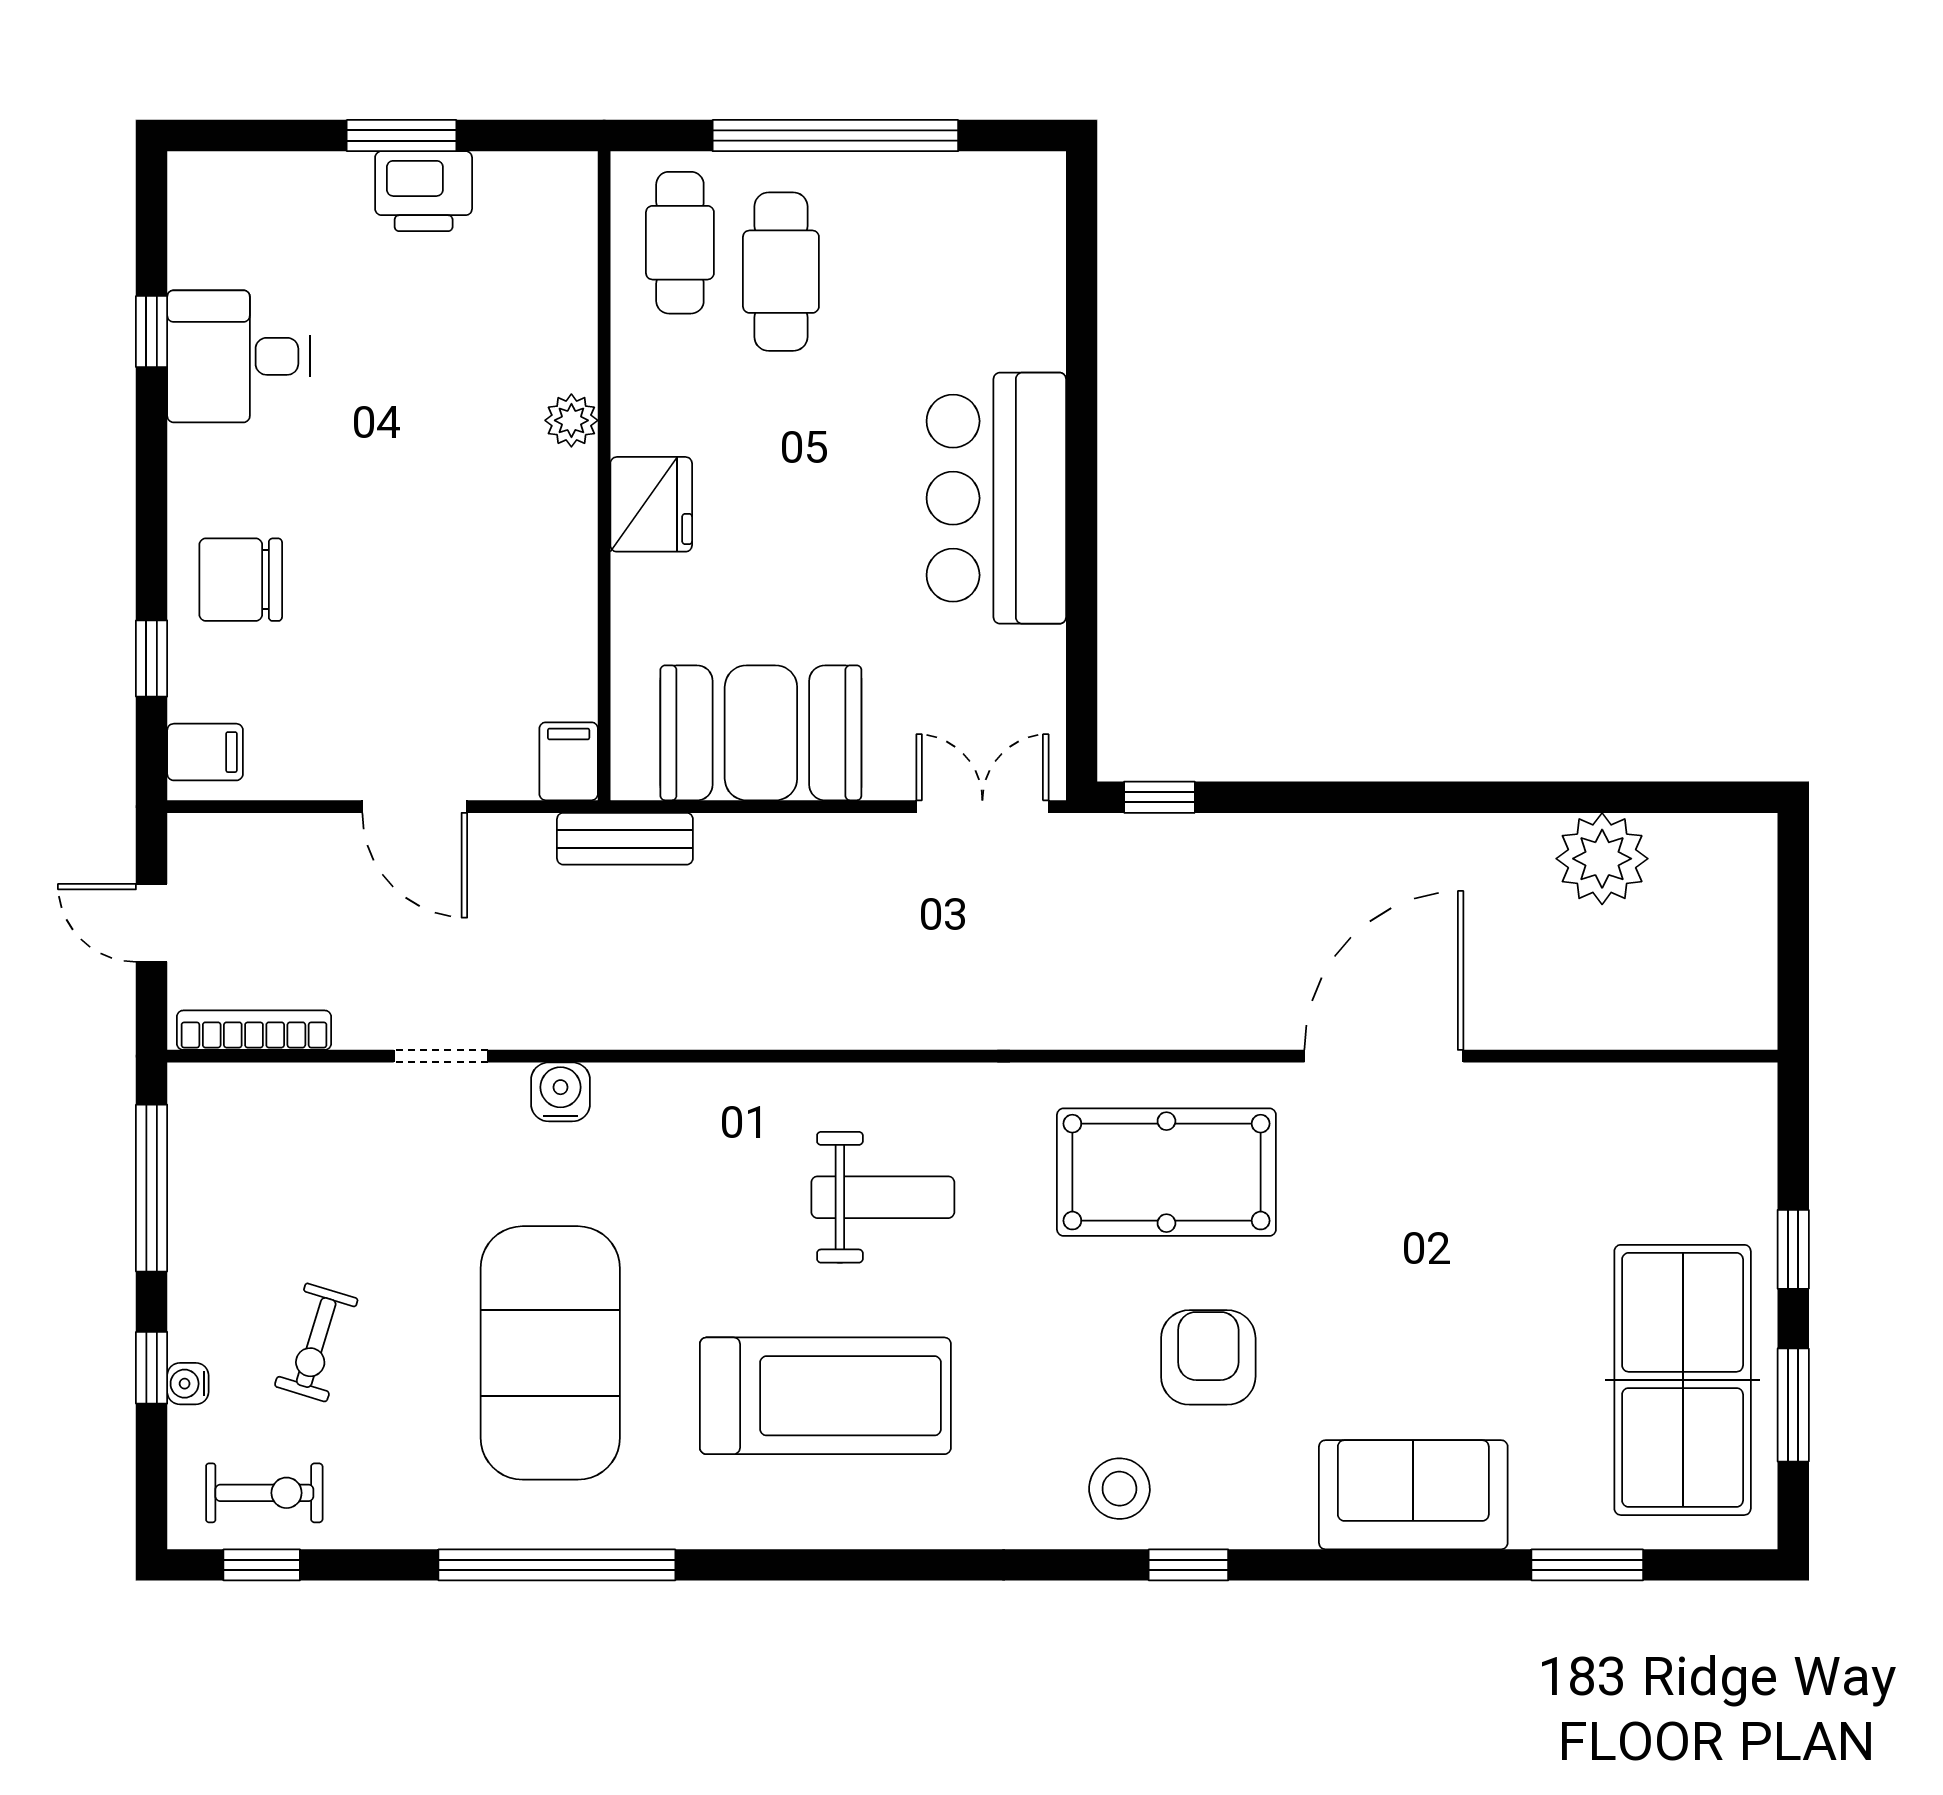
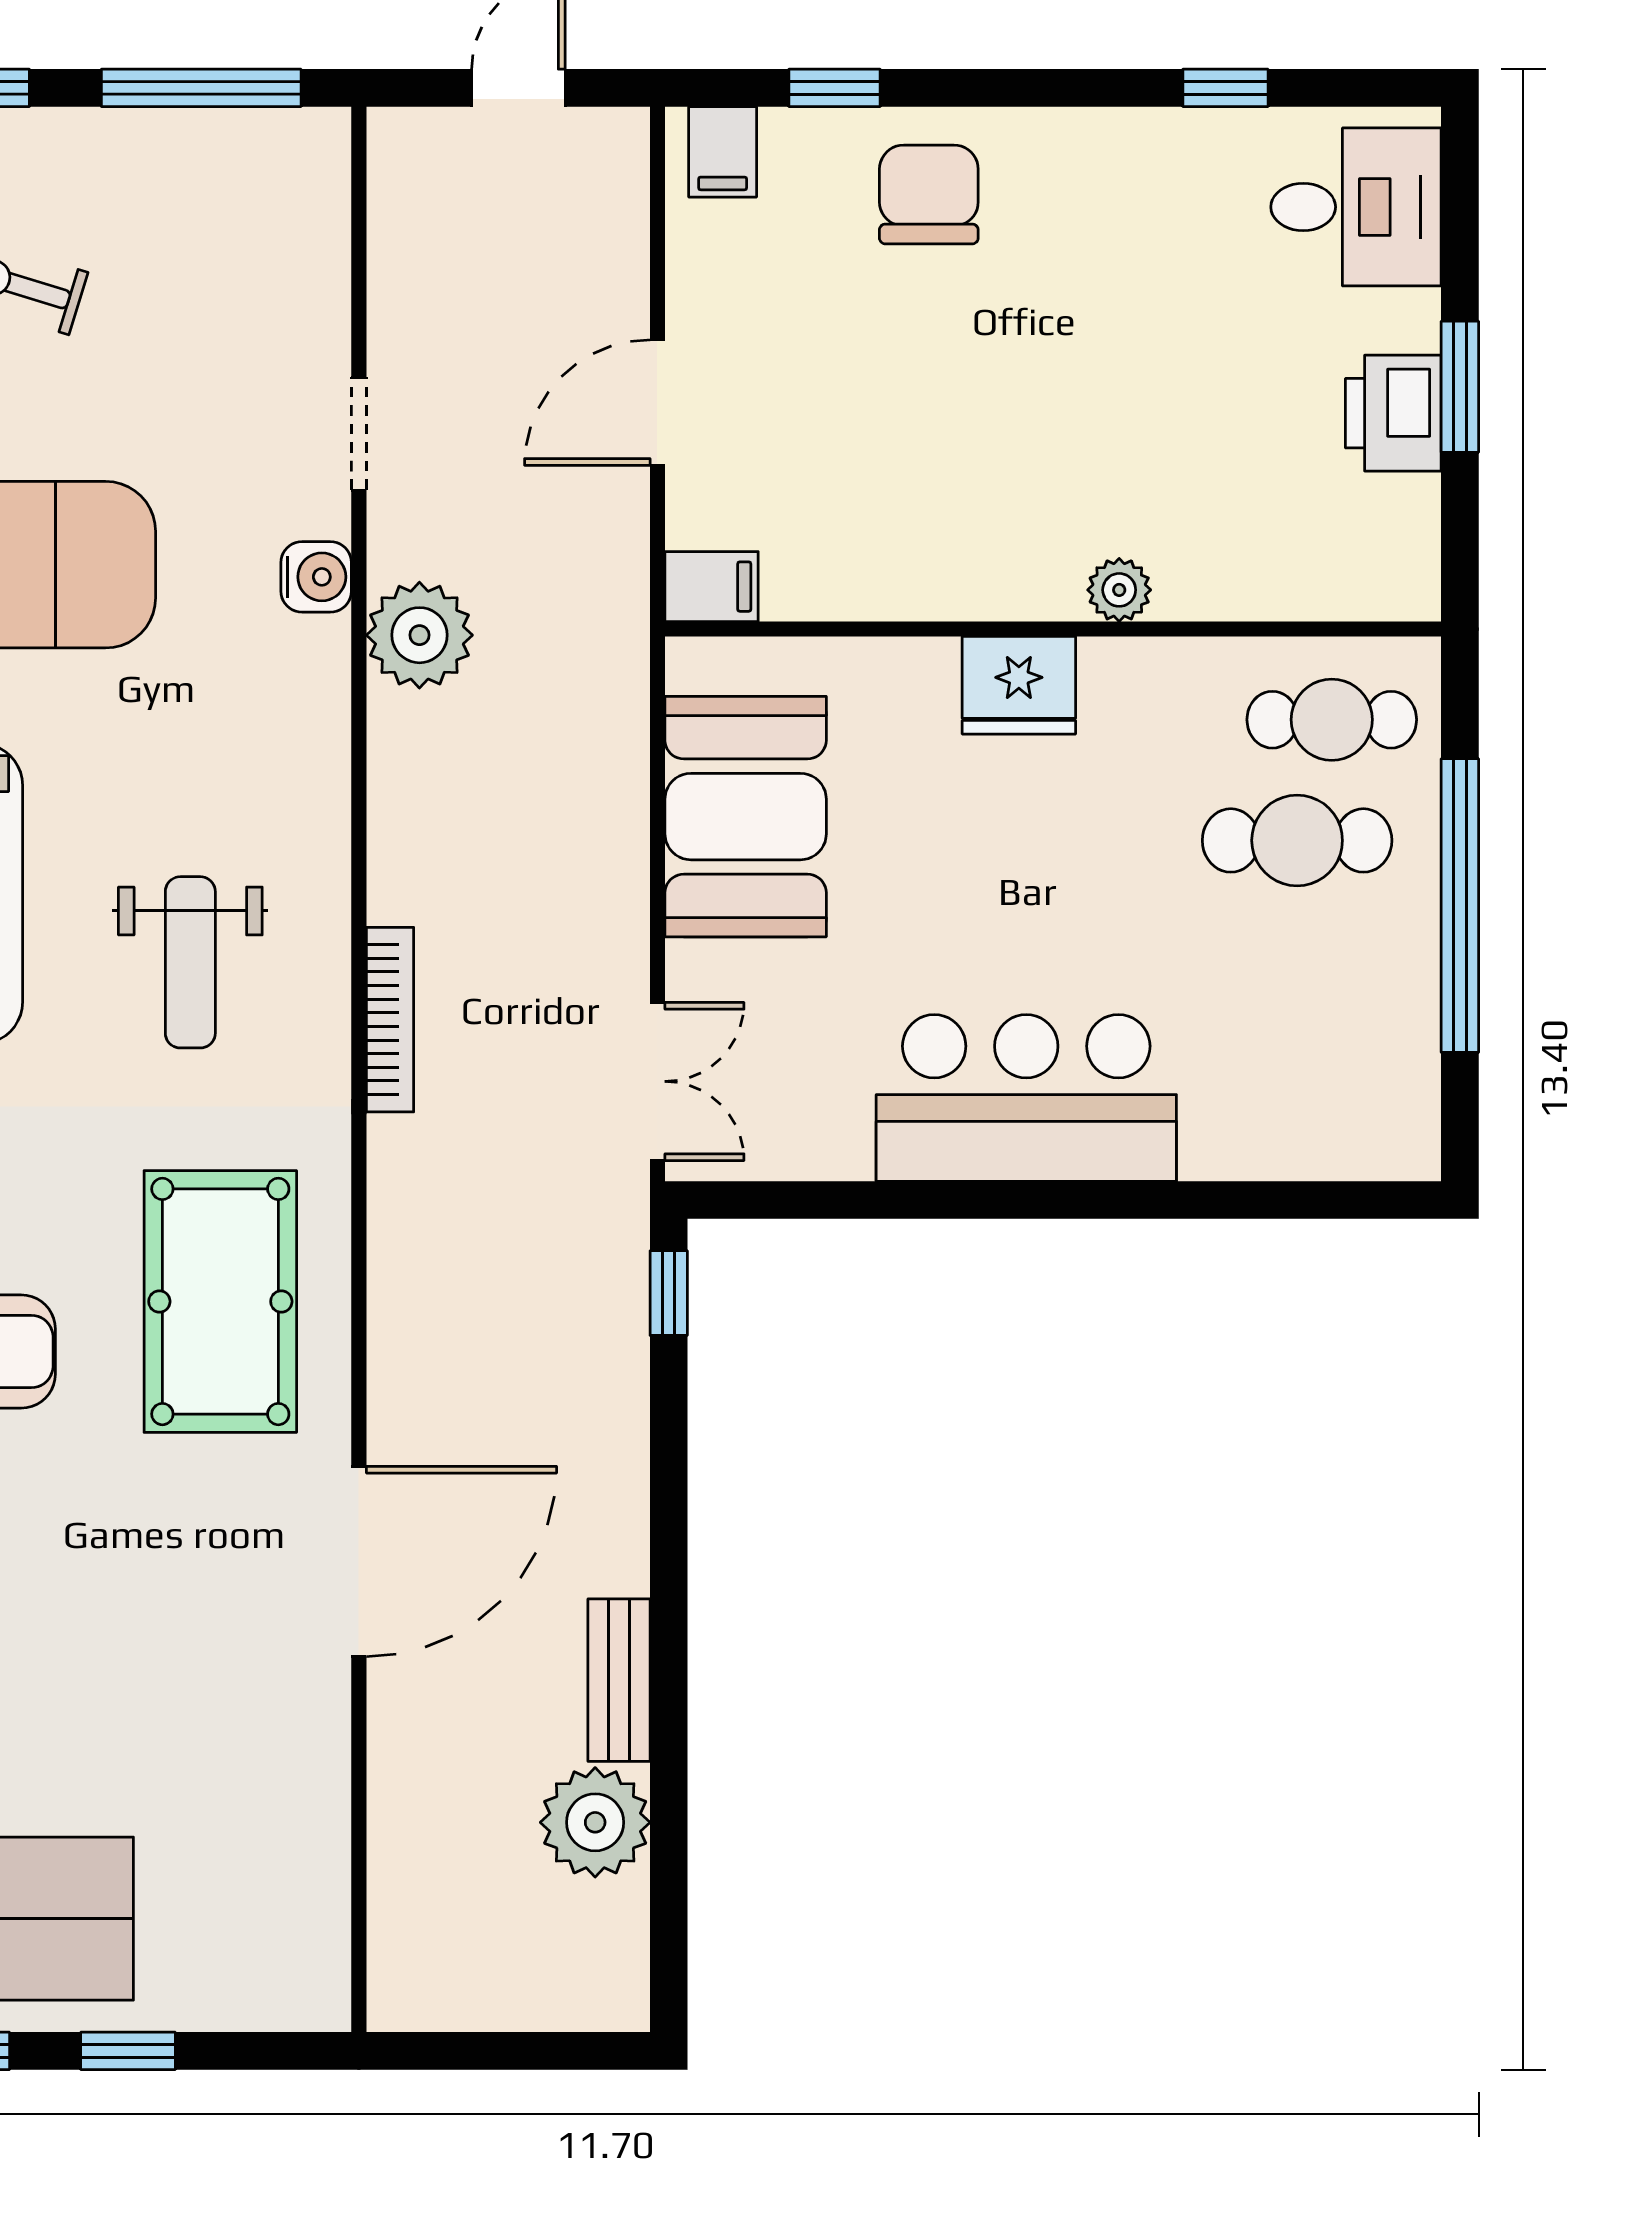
desk: (238, 356) -> (1356, 207), moved, turned 90
bench: (625, 839) -> (619, 1680), moved
plant: (609, 1006) -> (419, 635), added
bookcase: (254, 1030) -> (390, 1020), moved
door: (1384, 1056) -> (359, 1561), hinge flipped

